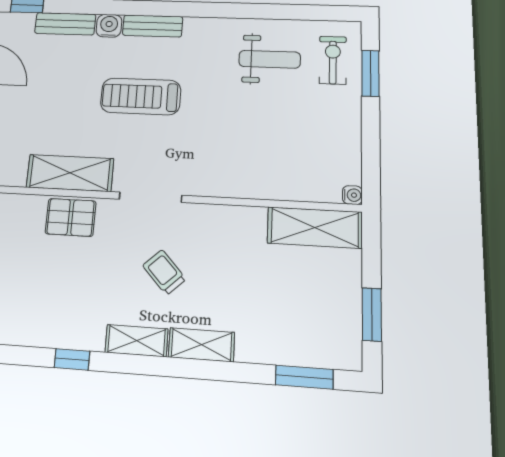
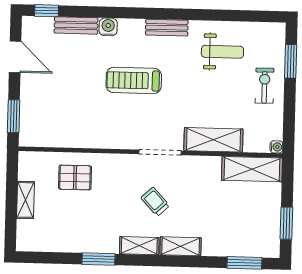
bench: (153, 26) -> (167, 28), moved
exercise bike: (333, 60) -> (265, 86), moved
shelving: (70, 173) -> (213, 140), moved
doorway: (150, 197) -> (160, 152), moved
pallet: (71, 217) -> (75, 178), moved
window: (72, 359) -> (98, 259), width x1.50

